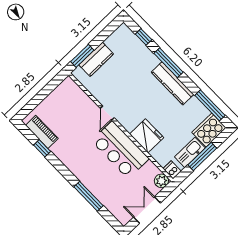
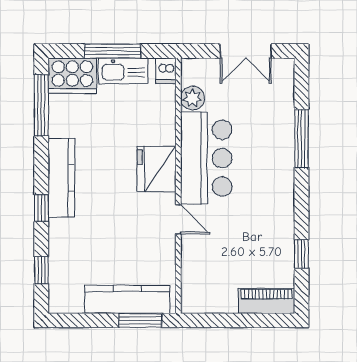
kitchen counter: (96, 59) -> (127, 299), width x1.50
window: (169, 63) -> (41, 208), width x0.46
door: (107, 113) -> (178, 219), hinge flipped
piano: (42, 132) -> (267, 301), moved, turned 90
fridge: (147, 136) -> (157, 169), moved
plant: (161, 181) -> (193, 98), moved

